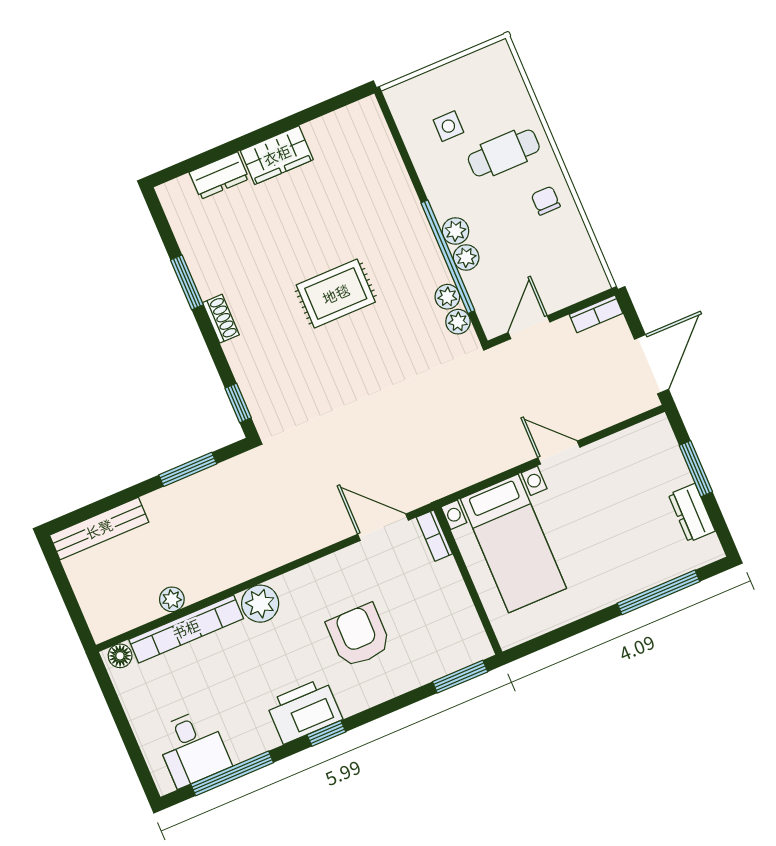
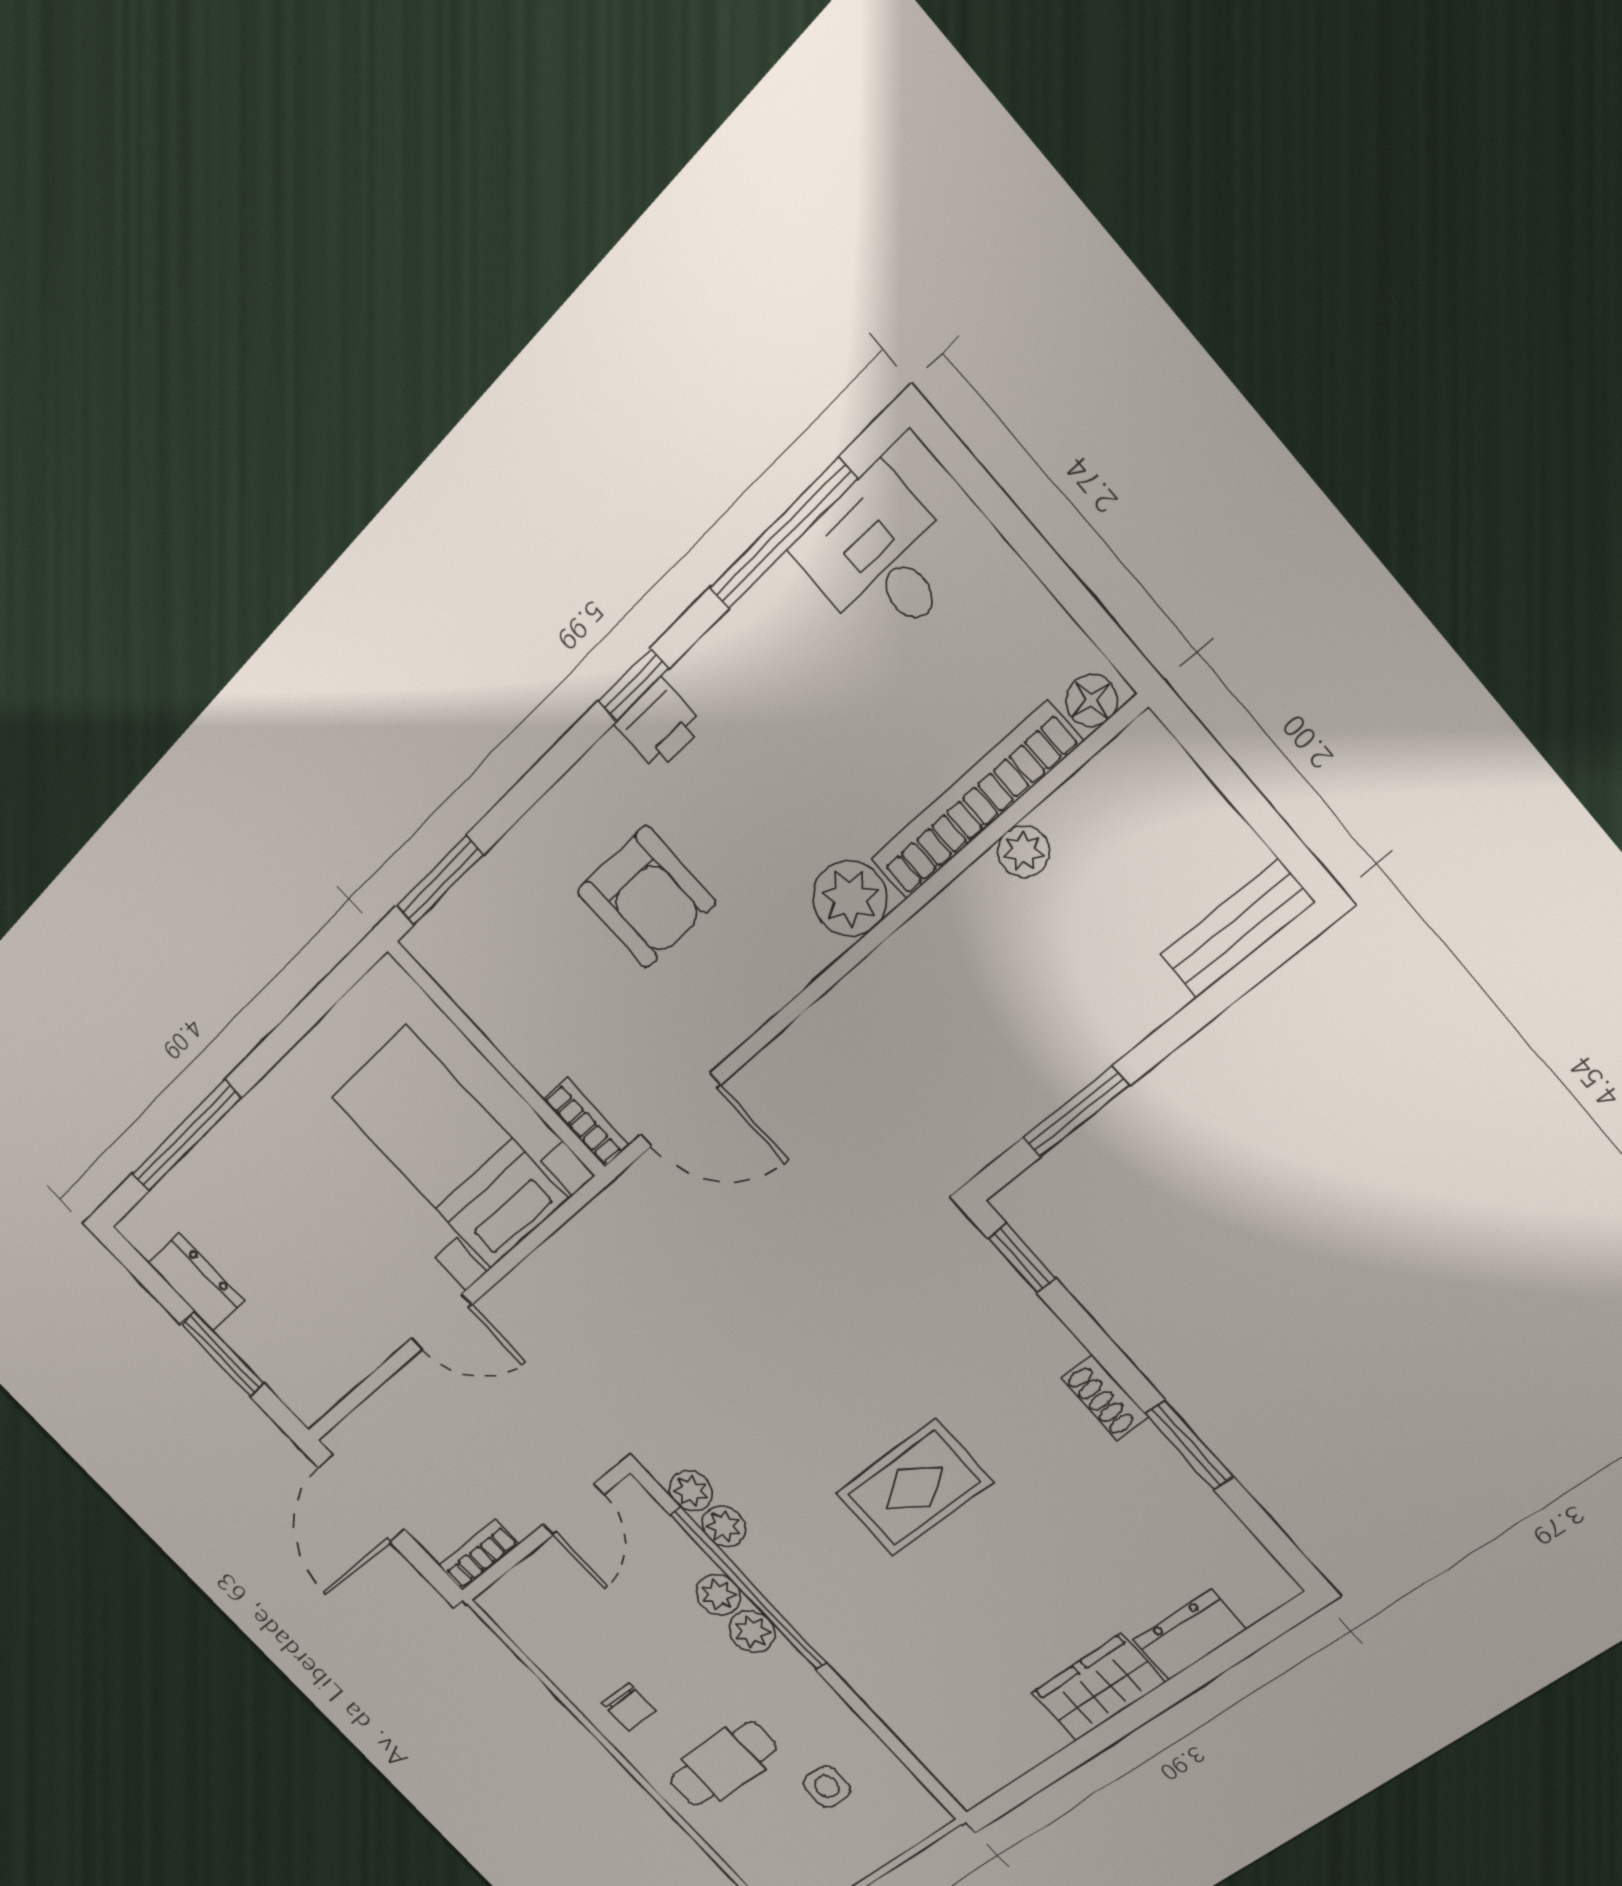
bench: (99, 529) -> (1237, 929), width x0.73
printer: (304, 711) -> (659, 725), width x0.53, depth x0.68

